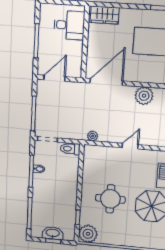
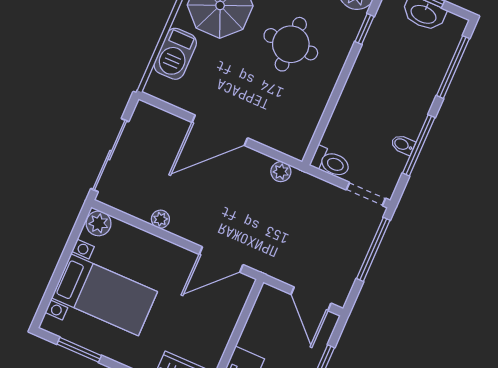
door: (54, 78) -> (311, 299), hinge flipped
door: (106, 82) -> (221, 260), width x0.73
plant: (144, 96) -> (160, 219), width x0.53, depth x0.53
door: (130, 146) -> (220, 130), width x1.88

